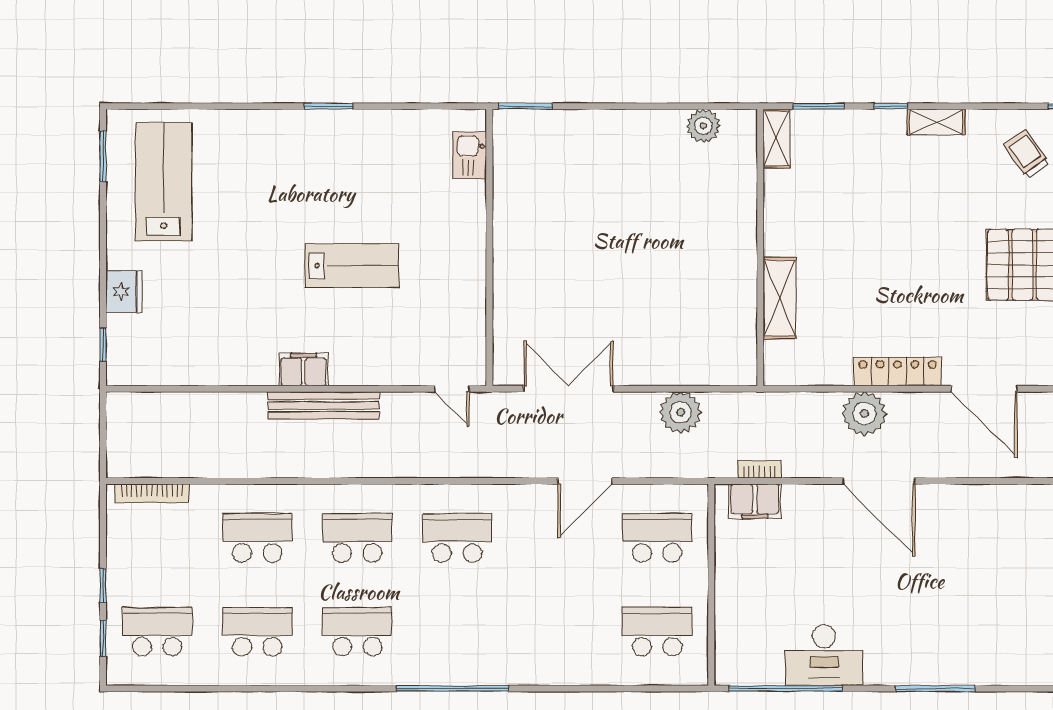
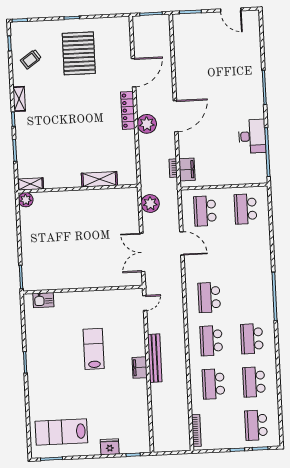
shelving: (776, 139) -> (30, 184), moved
wall: (760, 247) -> (78, 189), moved
shelving: (780, 298) -> (99, 179), moved

